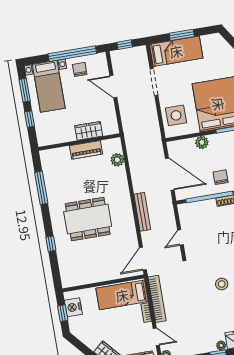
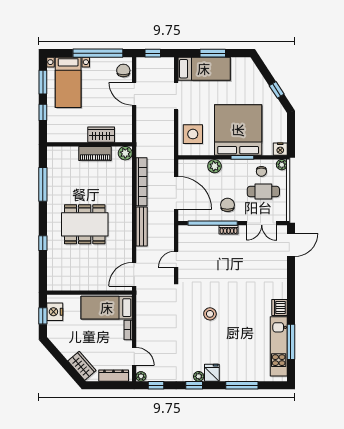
chair: (80, 69) -> (123, 70), moved
plant: (117, 160) -> (125, 153), moved
bookcase: (157, 299) -> (142, 182), moved

